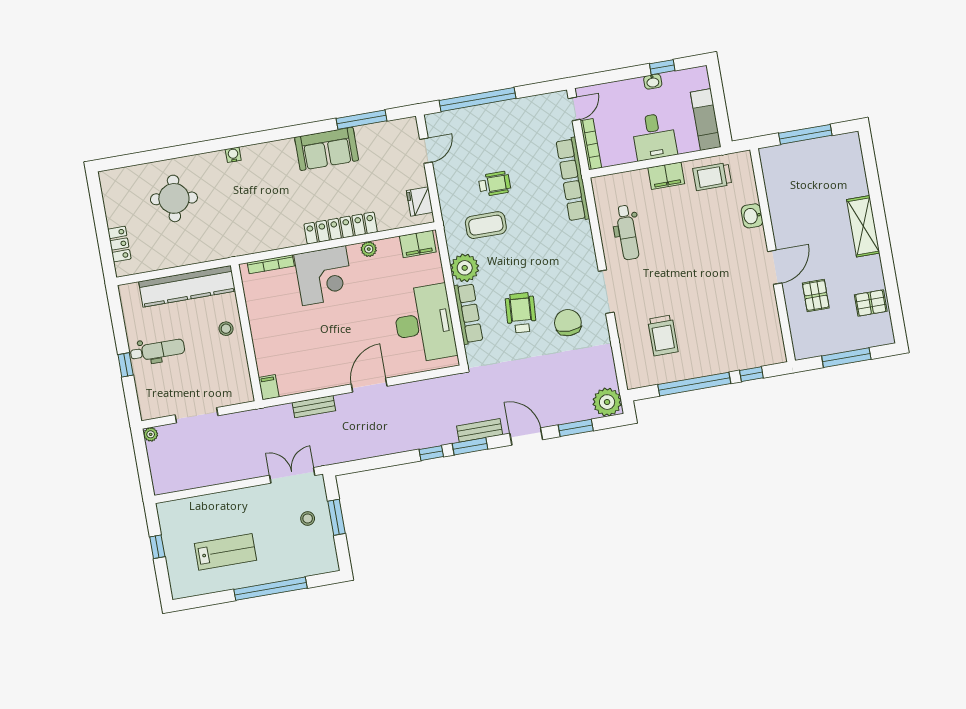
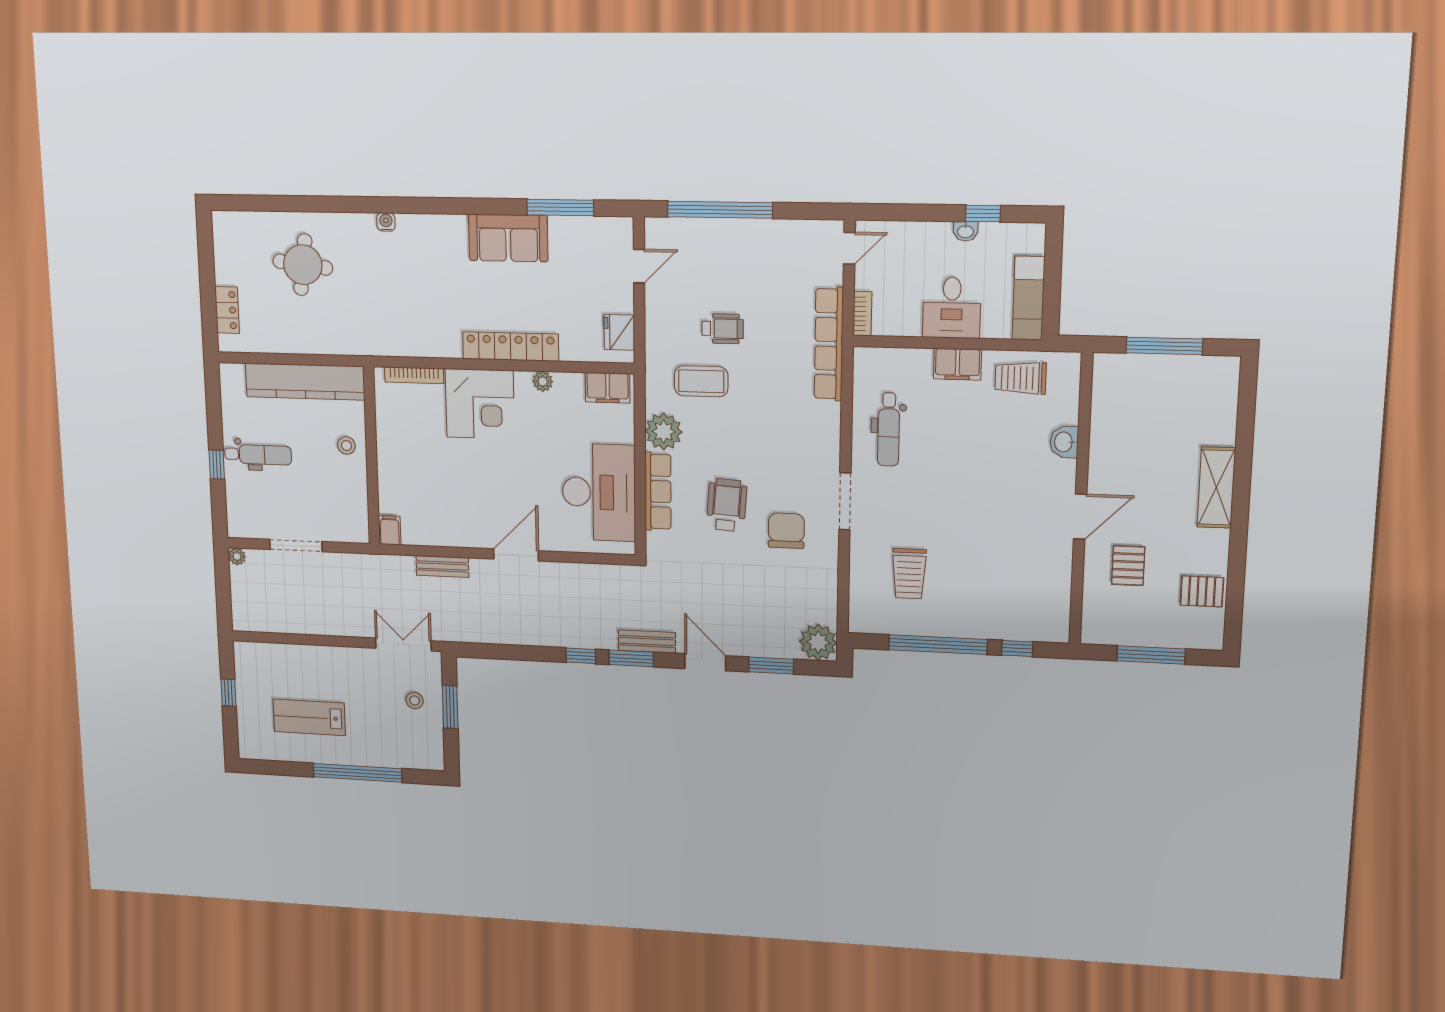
bookcase: (591, 144) -> (862, 314), width x0.64
lab bench: (225, 552) -> (309, 717), turned 180

